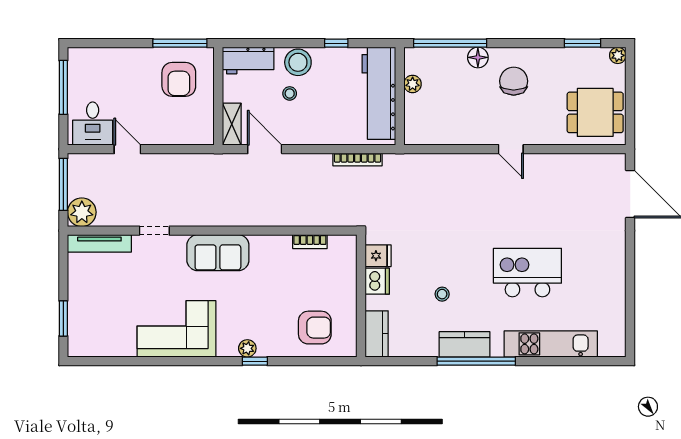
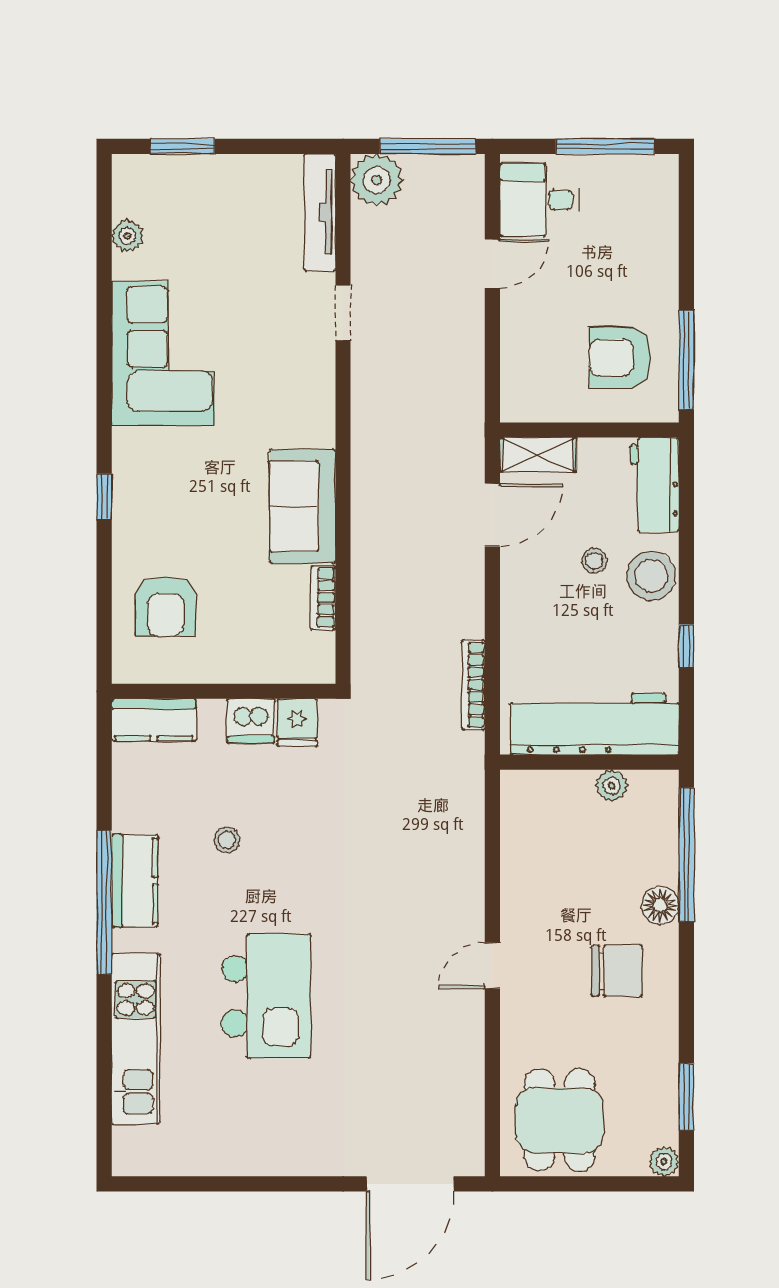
sofa: (218, 253) -> (303, 506), moved
plant: (247, 348) -> (128, 236), moved

